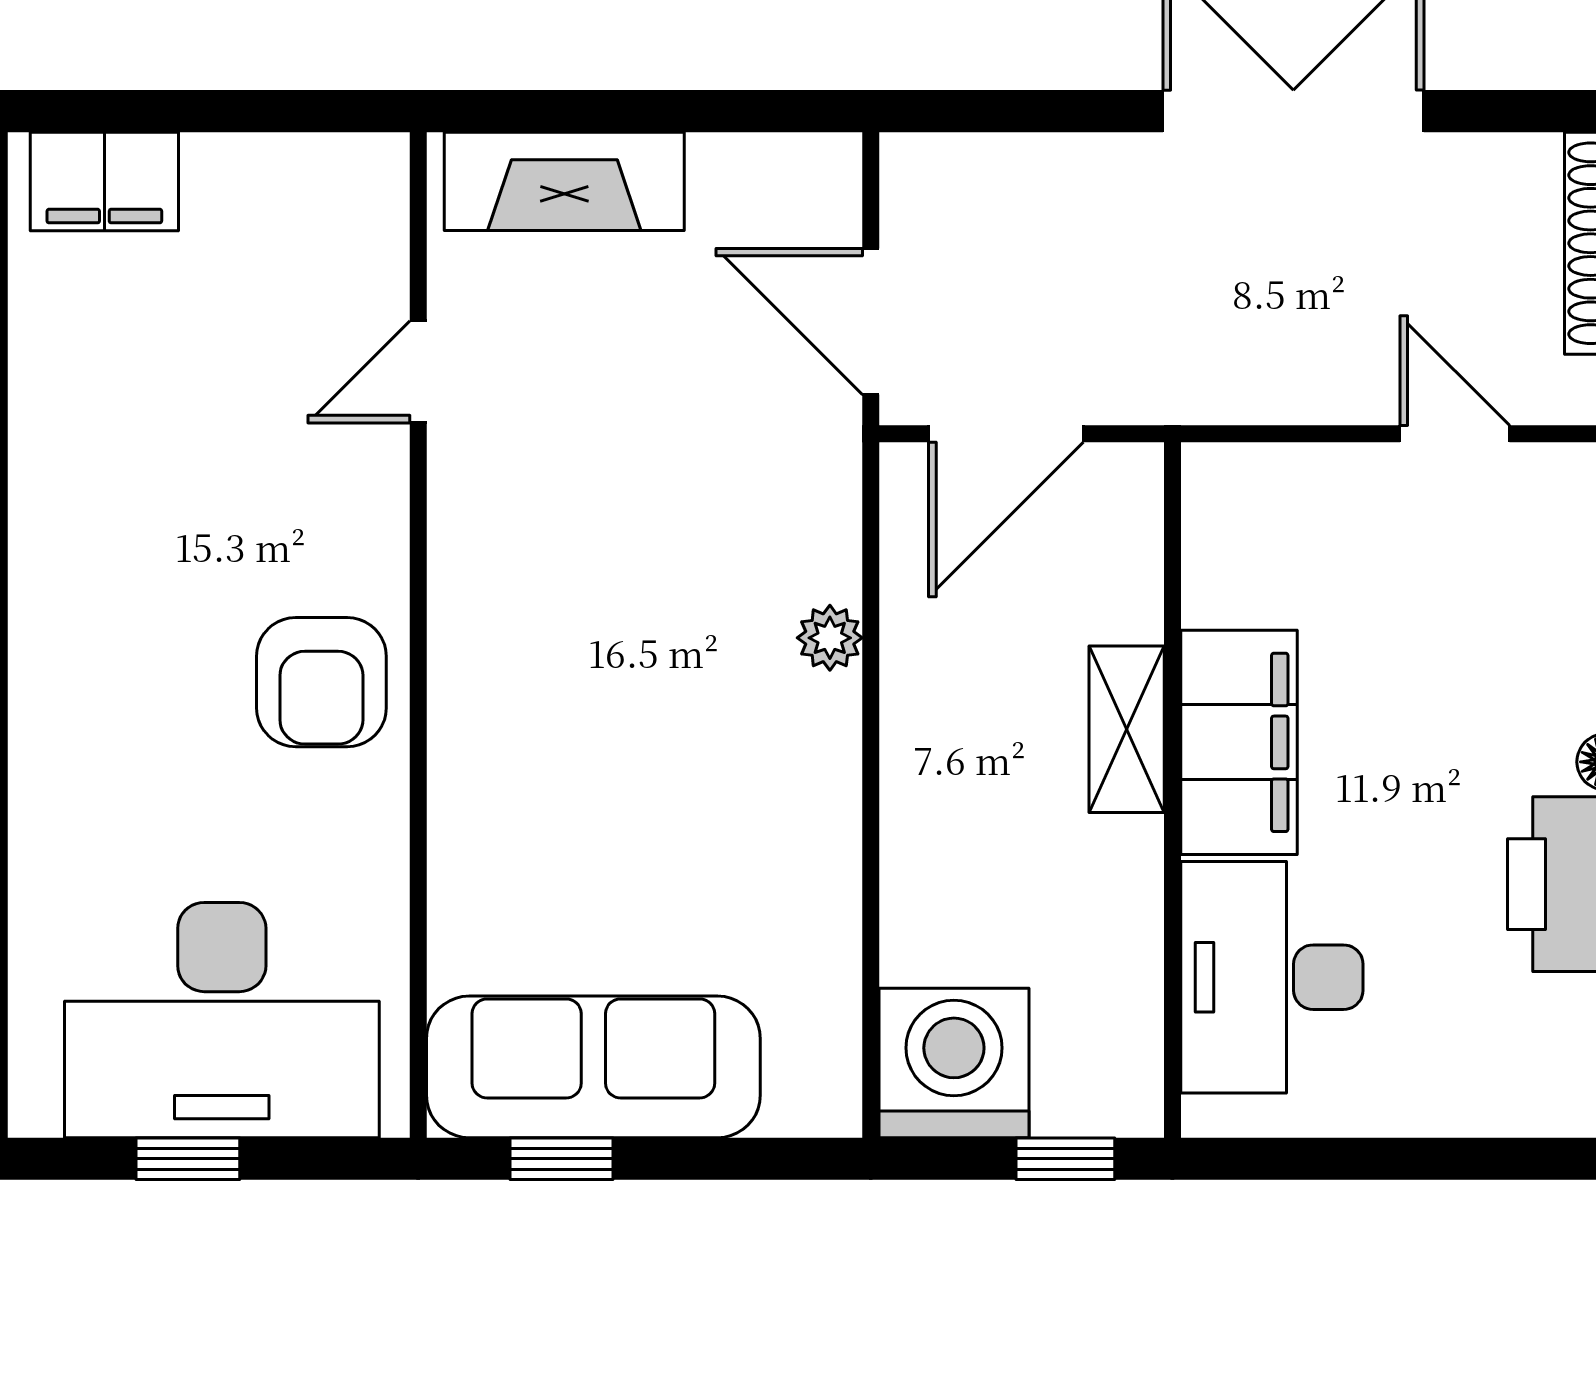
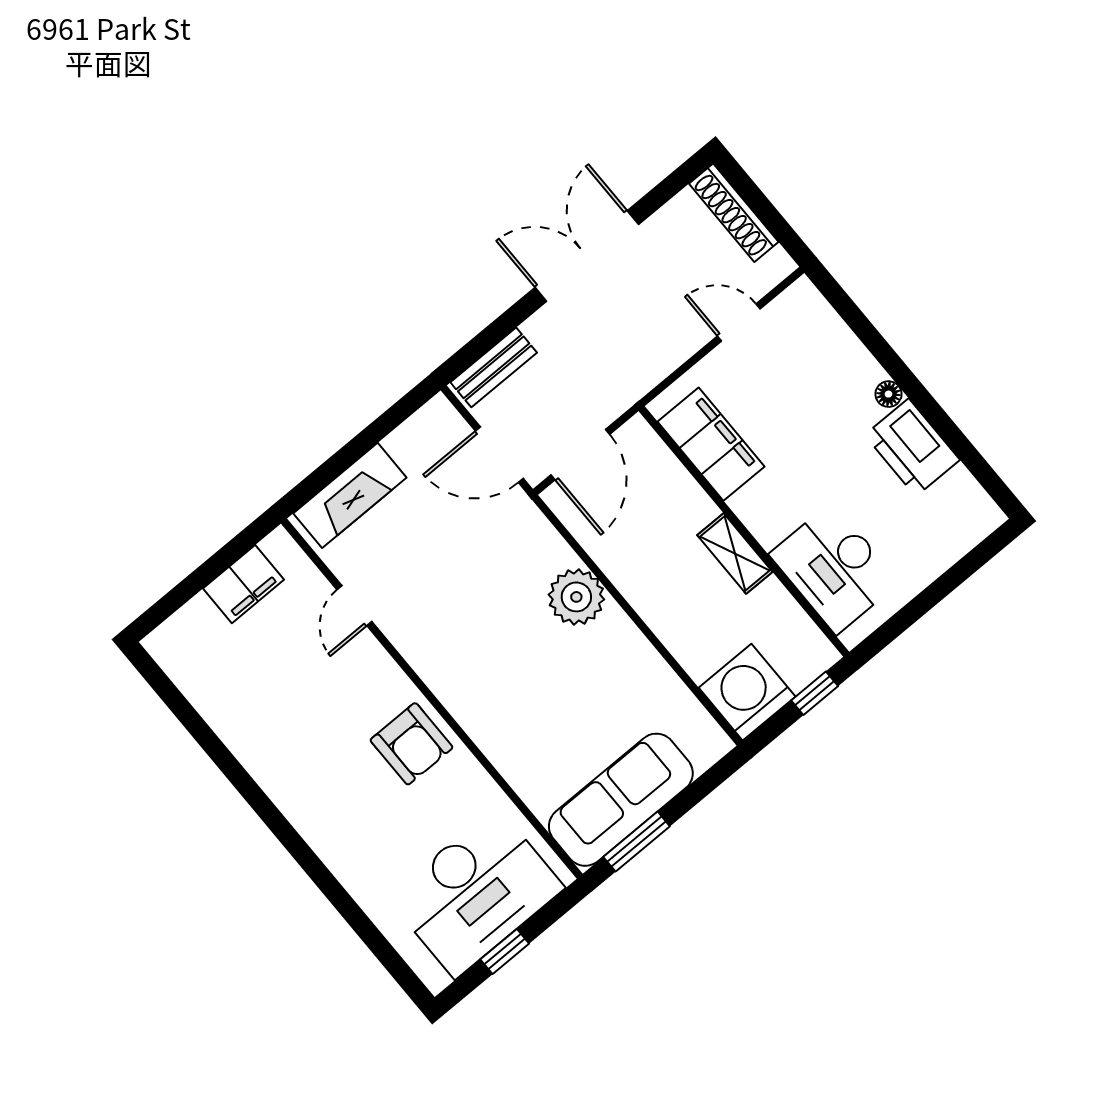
bench: (983, 168) -> (494, 367), added
filing cabinet: (104, 181) -> (244, 584), moved
plant: (830, 638) -> (576, 597), width x1.88, depth x1.88
shelving: (1127, 729) -> (735, 554), moved
filing cabinet: (1239, 742) -> (711, 444), moved
window: (561, 1159) -> (637, 842), width x1.50

